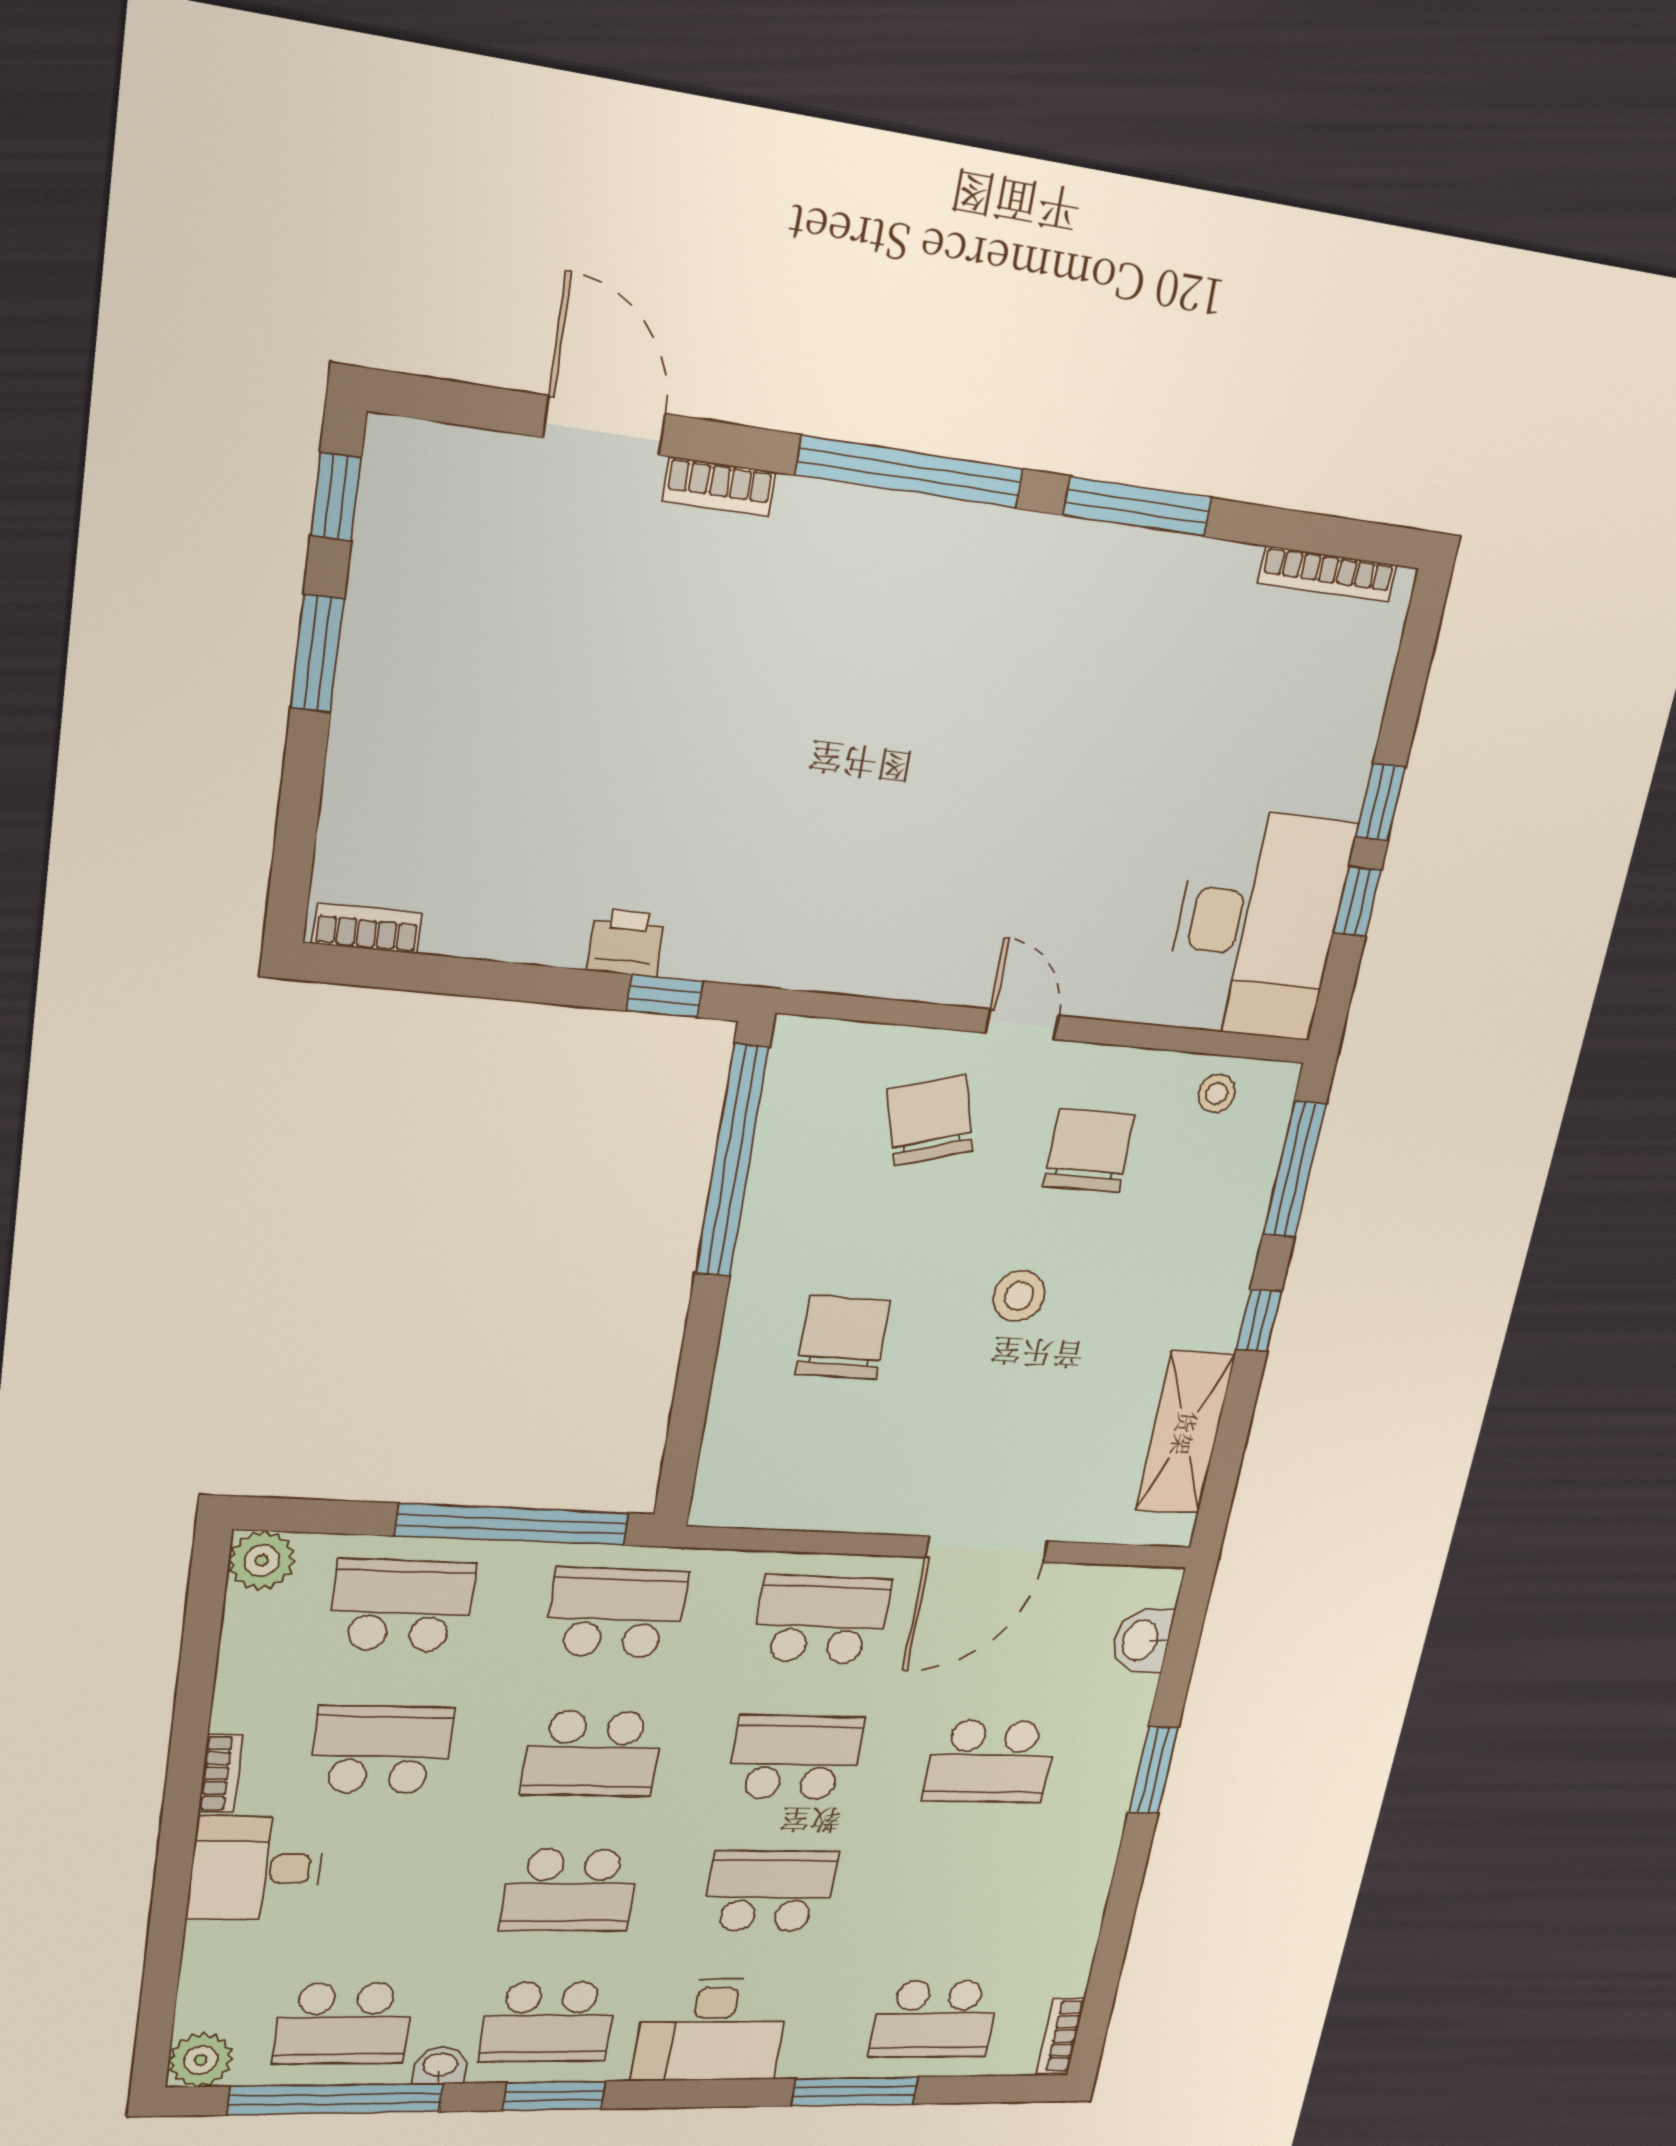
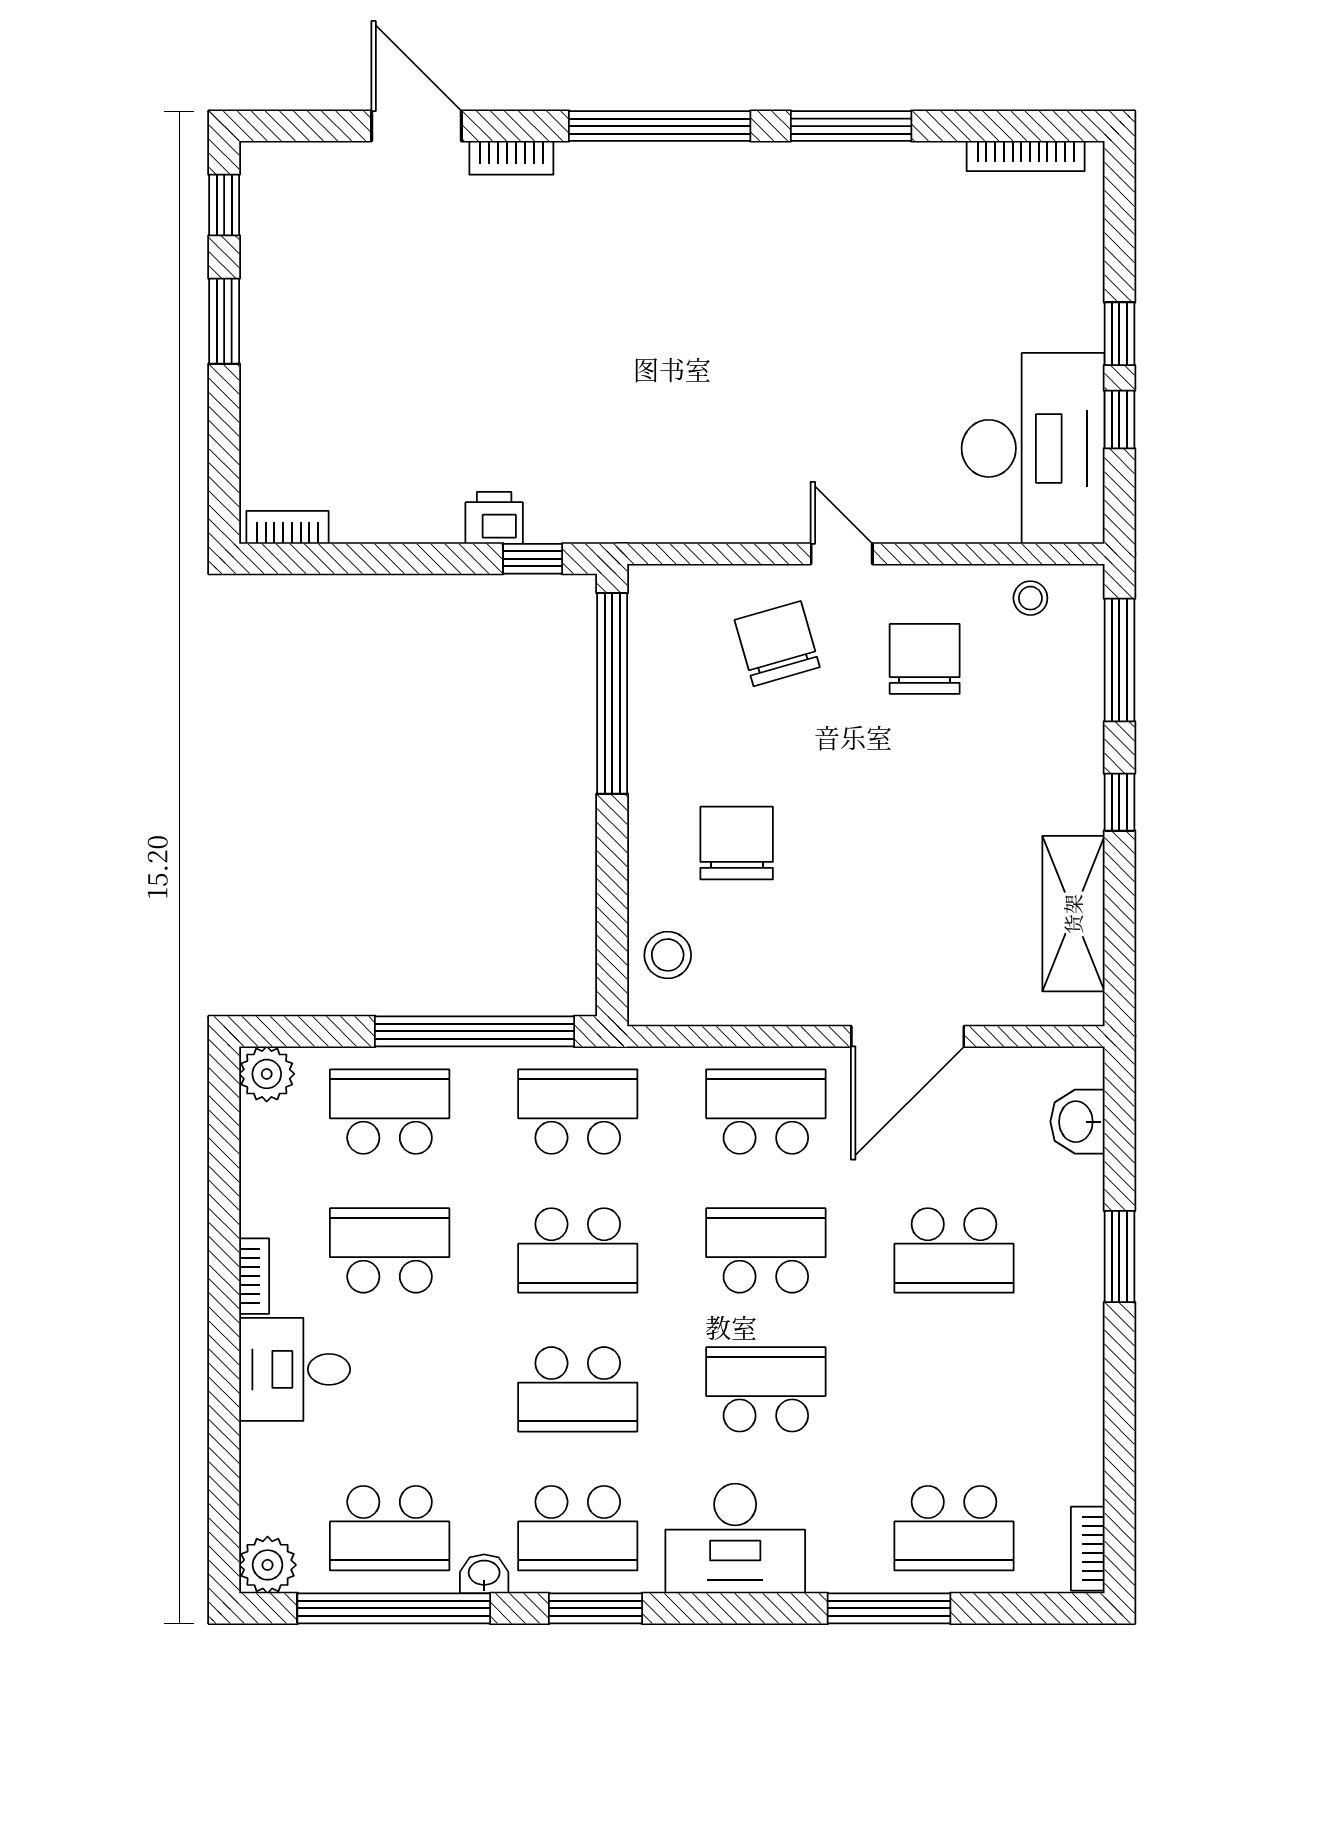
stool: (1019, 1296) -> (668, 955), moved

